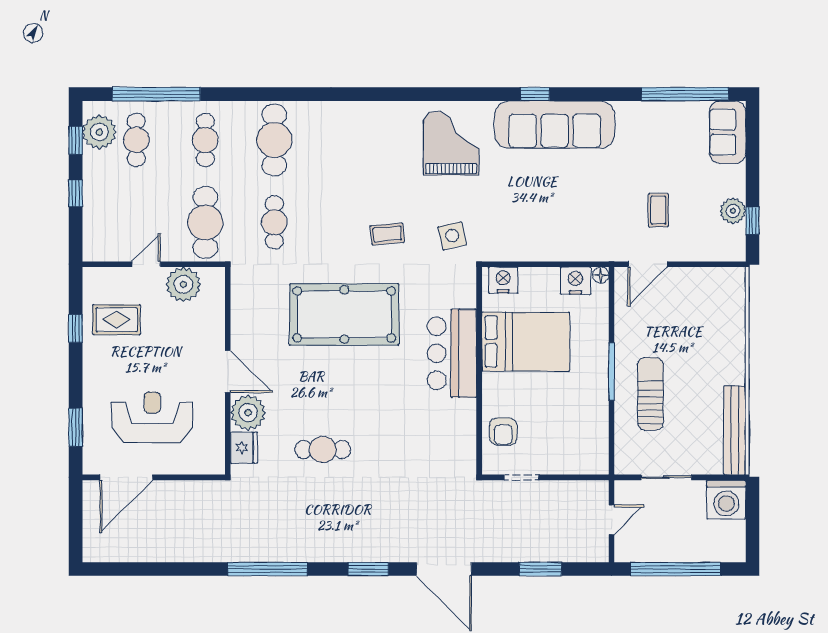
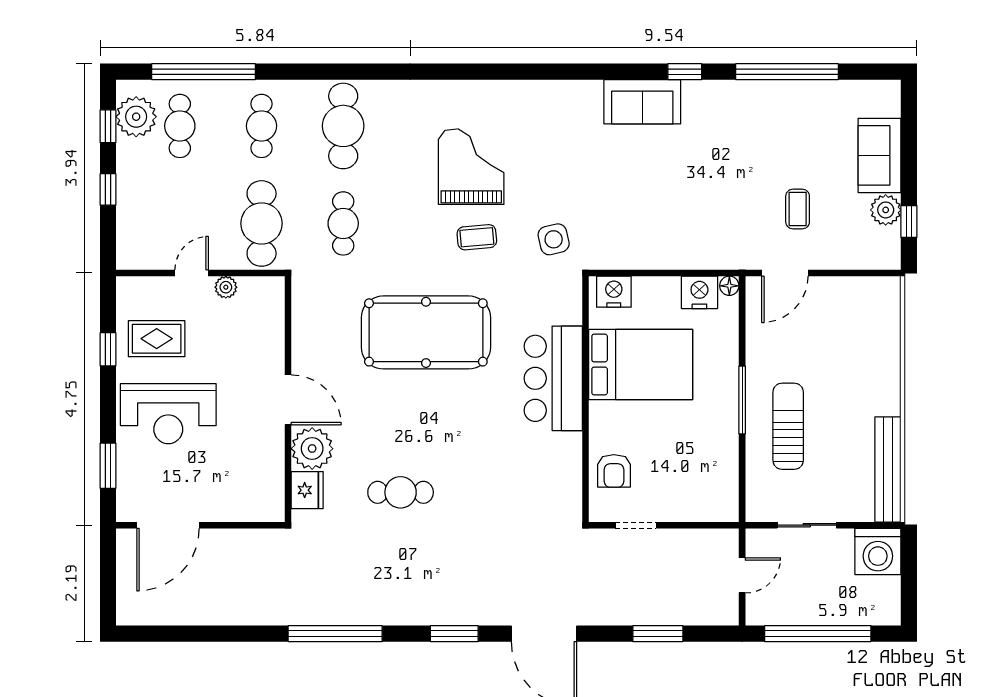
window: (535, 94) -> (685, 72), moved
window: (685, 94) -> (787, 72), moved
sofa: (555, 125) -> (642, 102), width x0.54, depth x0.79
sofa: (728, 132) -> (879, 155), moved
grand piano: (451, 143) -> (471, 167), moved
plant: (183, 284) -> (226, 287), width x0.53, depth x0.53
reception desk: (152, 417) -> (168, 414), moved, turned 180

